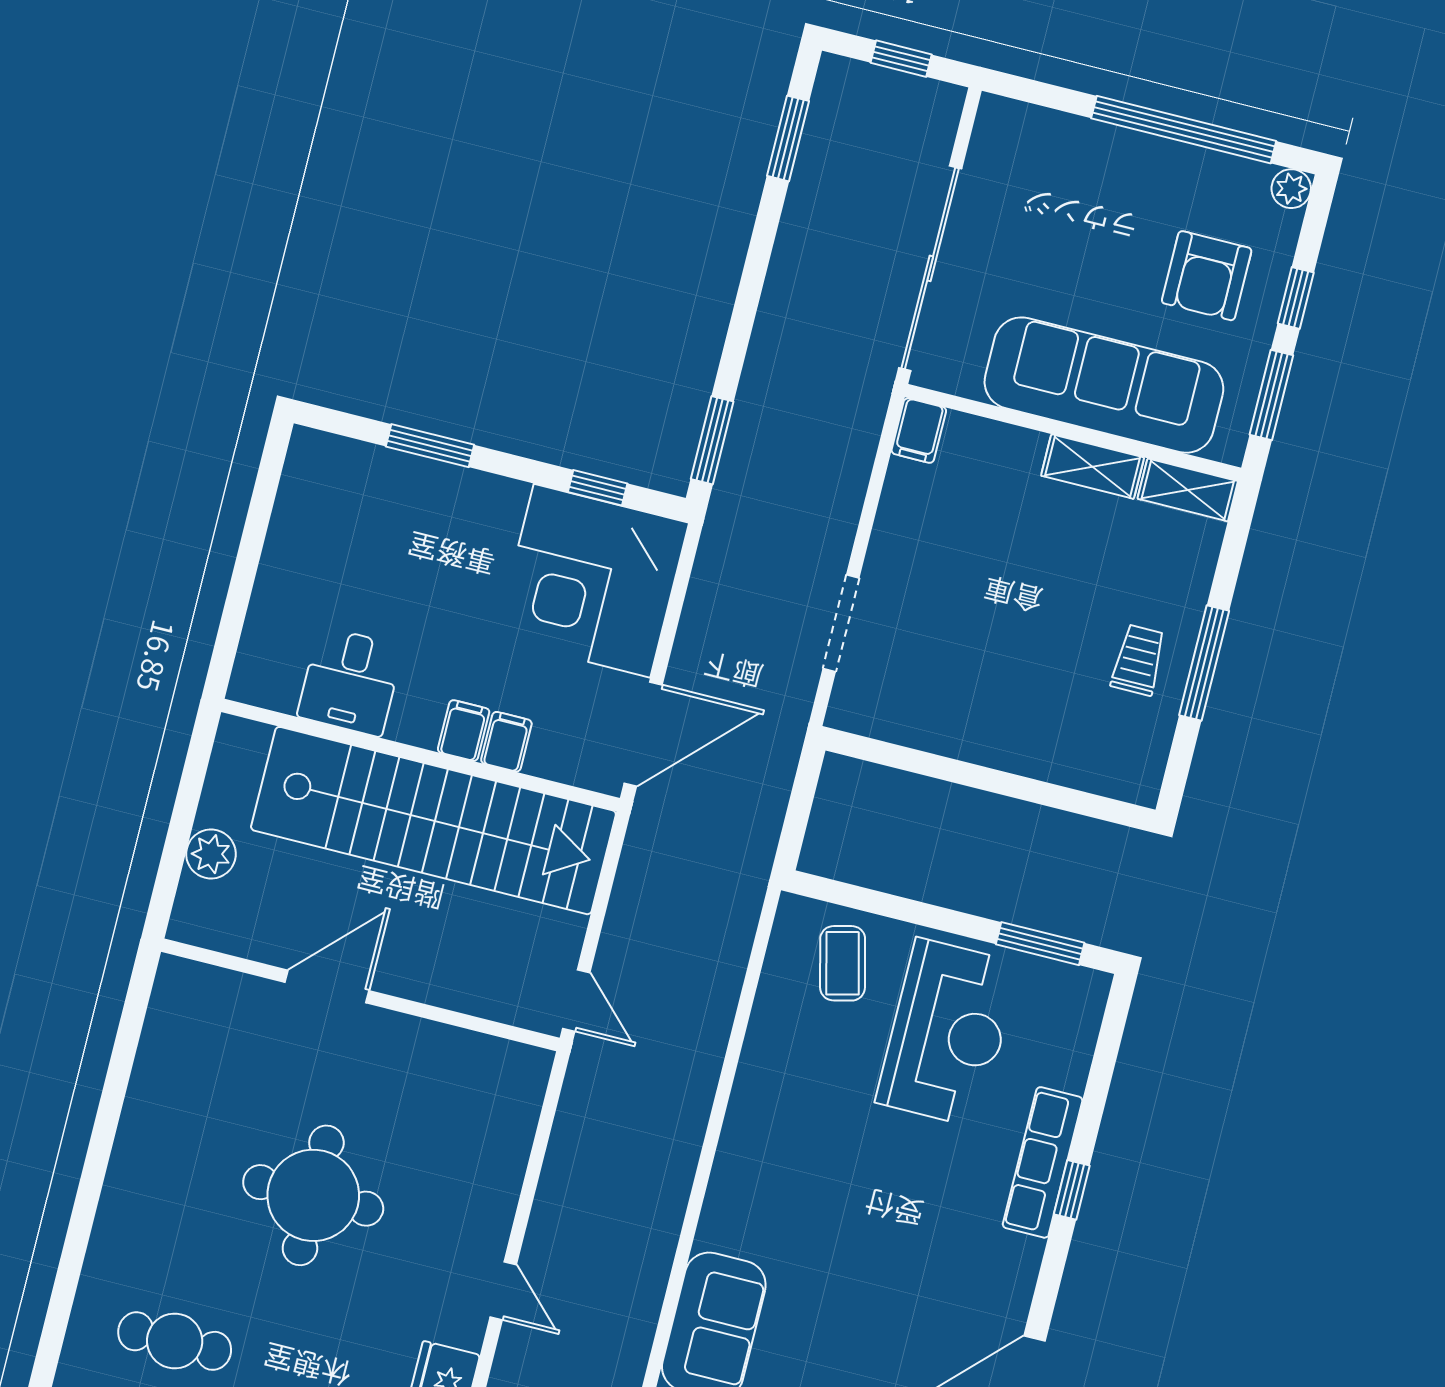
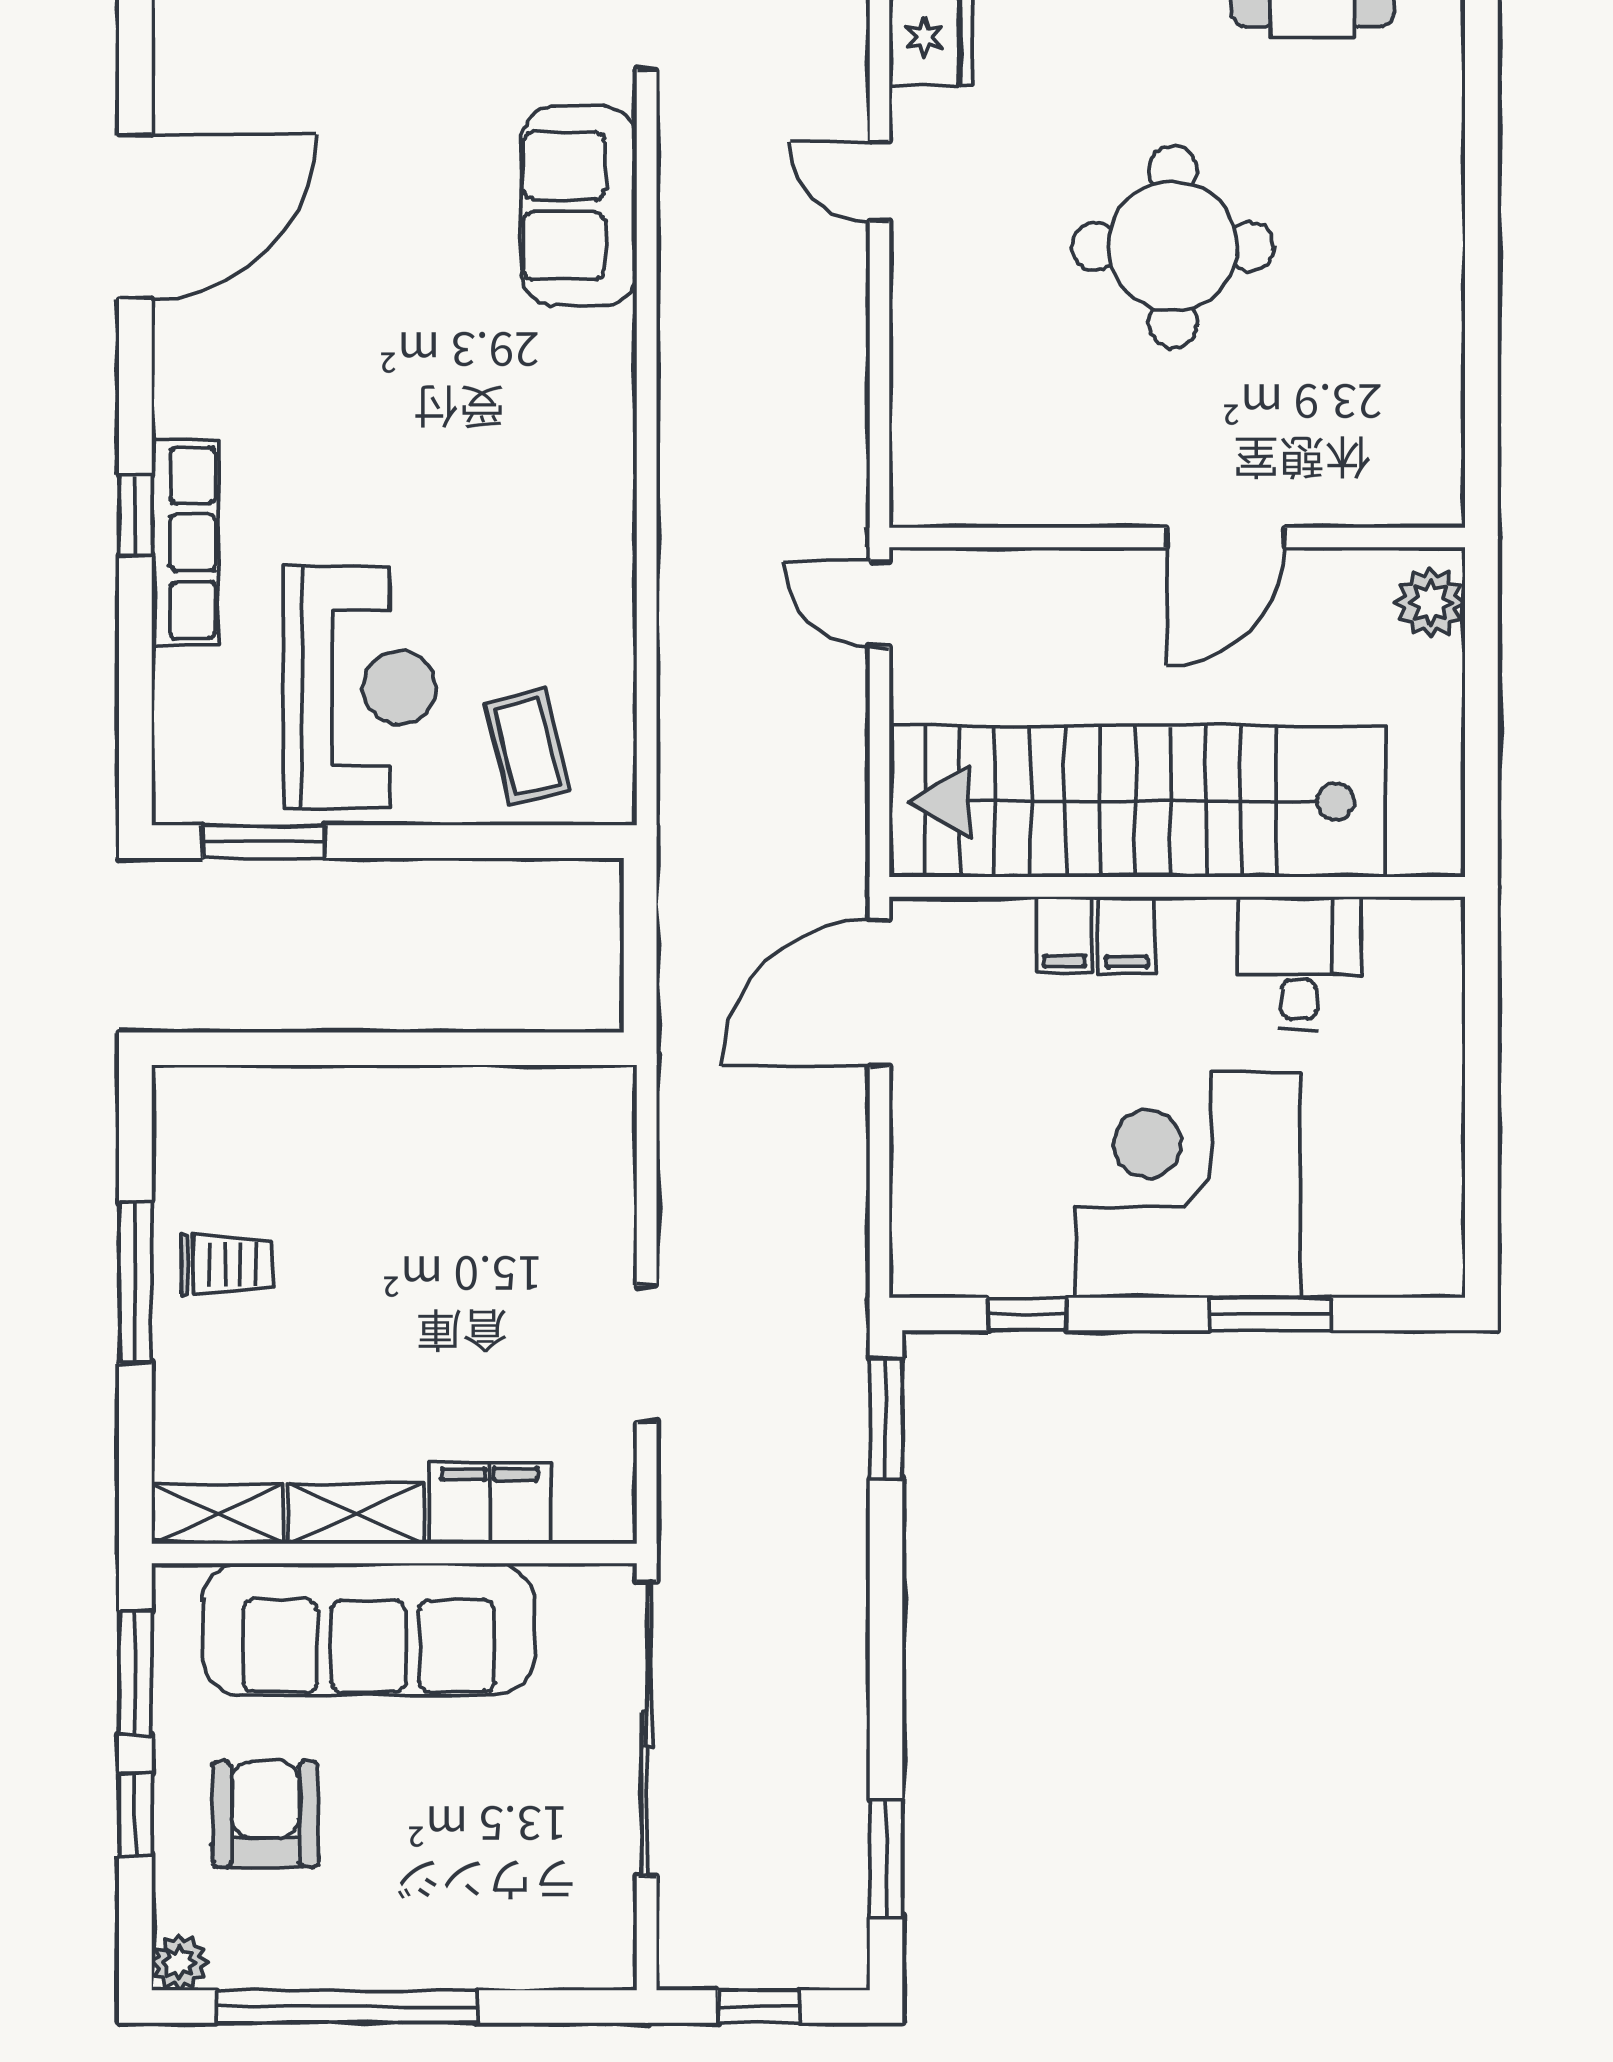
filing cabinet: (919, 431) -> (490, 1503), moved, width x2.00
corner desk: (592, 581) -> (1188, 1185), moved, turned -90
doorway: (841, 623) -> (647, 1354), moved
trolley: (1138, 660) -> (226, 1264), turned -90
plant: (211, 854) -> (1430, 603), moved
reception desk: (948, 1033) -> (360, 688), turned 180

